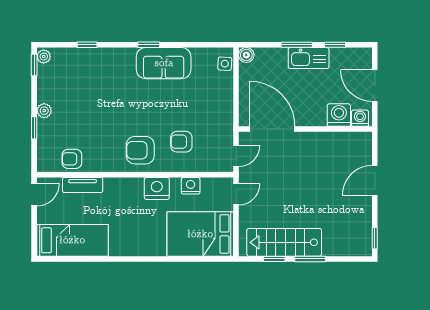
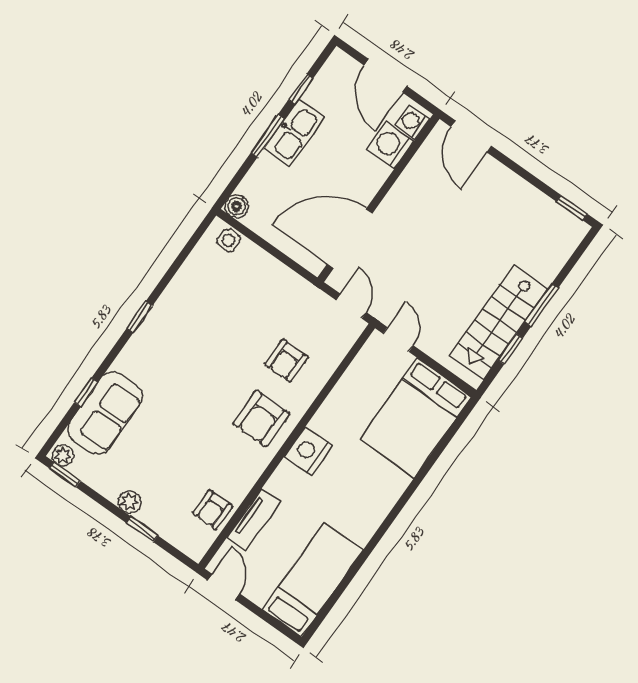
sofa: (164, 63) -> (105, 413), moved
door: (375, 86) -> (386, 76), hinge flipped
door: (375, 180) -> (471, 136), moved
nightstand: (191, 186) -> (348, 388), removed
nightstand: (157, 188) -> (308, 451), moved

